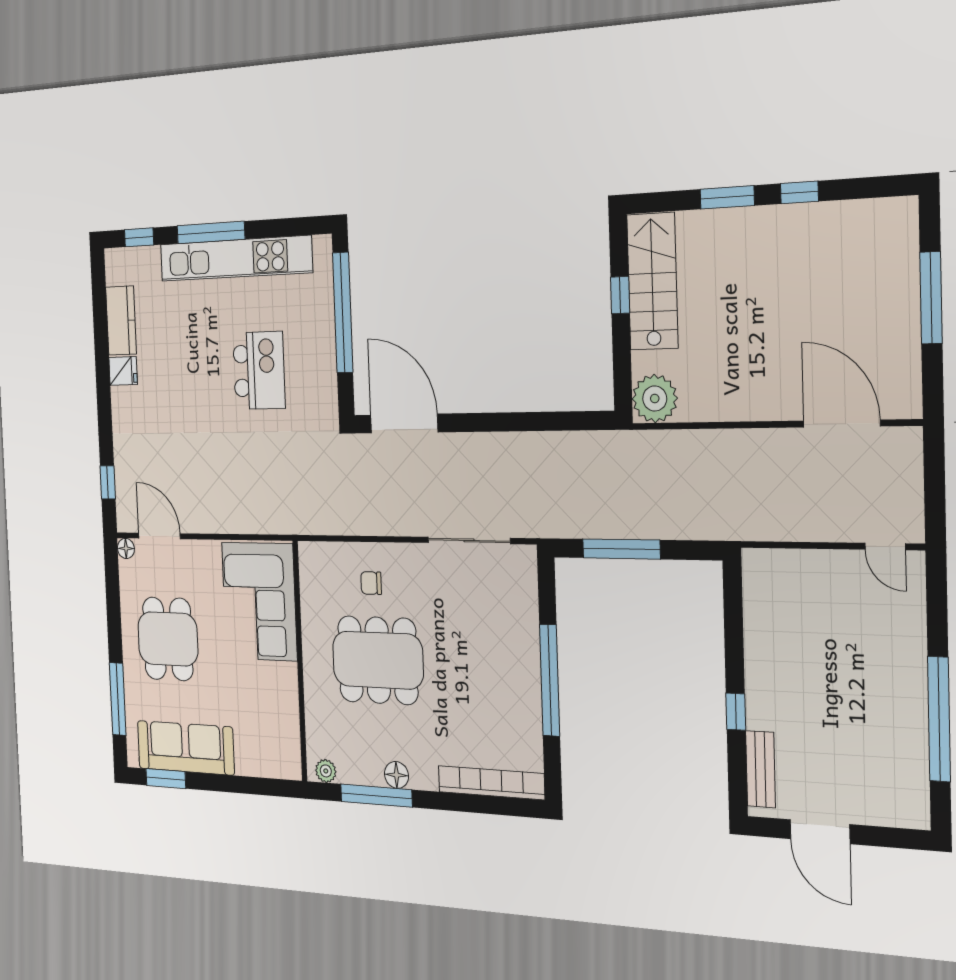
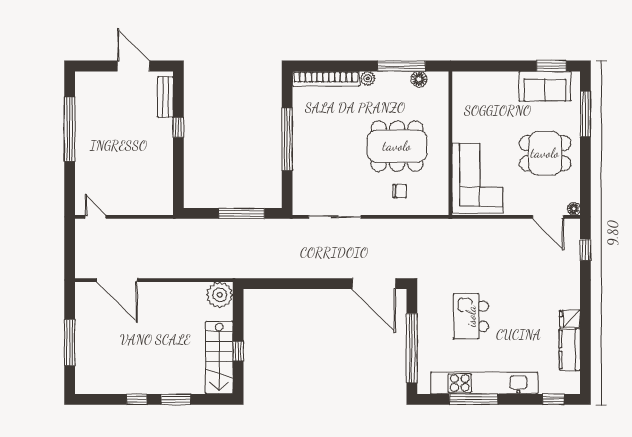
window: (211, 232) -> (474, 399), moved
dining table: (168, 639) -> (545, 153), turned 90
sofa: (186, 748) -> (545, 86), width x0.73
plant: (326, 771) -> (368, 78), moved
floor lamp: (396, 775) -> (419, 79), moved

